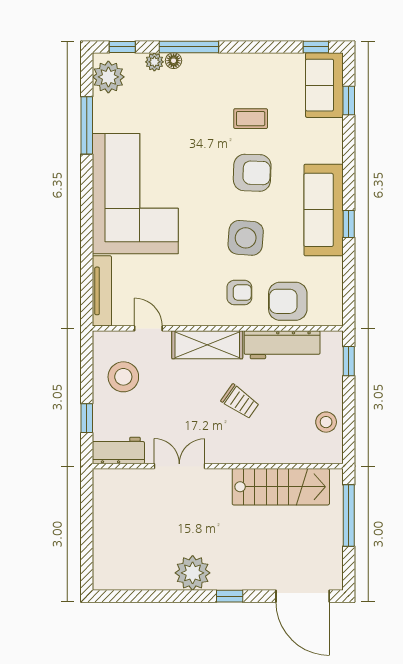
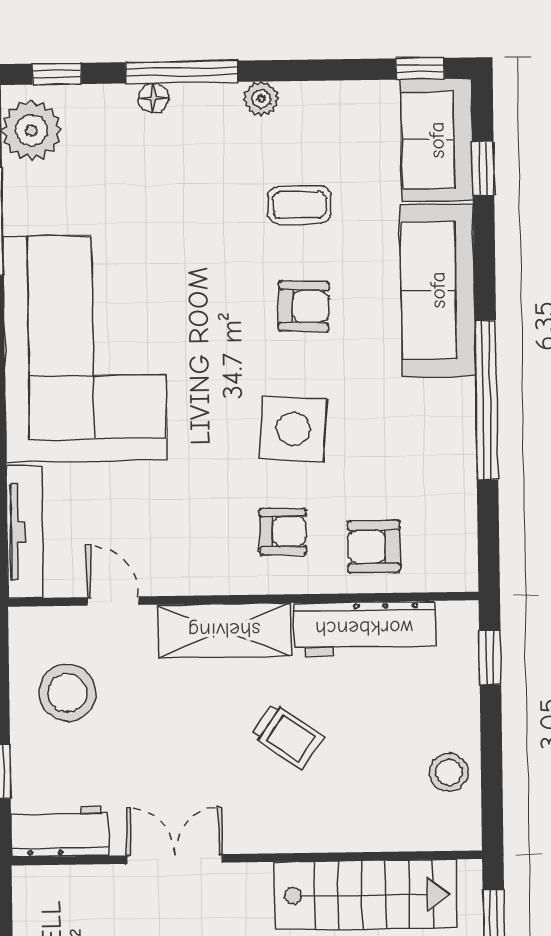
plant: (154, 62) -> (261, 99), moved
armchair: (252, 173) -> (304, 306), width x0.72, depth x0.72
sofa: (324, 210) -> (438, 290), moved
window: (349, 224) -> (486, 400), width x3.17
armchair: (288, 301) -> (374, 547), width x0.72, depth x0.72

